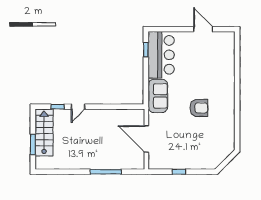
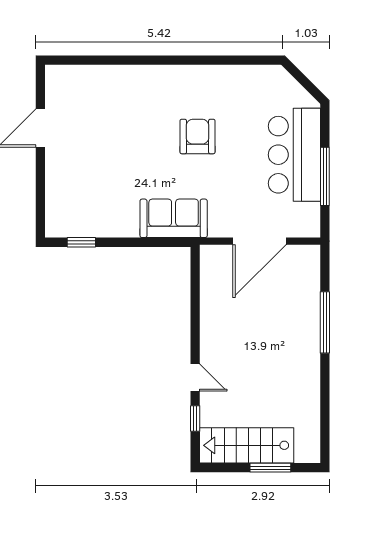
bar counter: (161, 55) -> (294, 155), moved, turned -90
window: (179, 172) -> (325, 176), width x2.17

